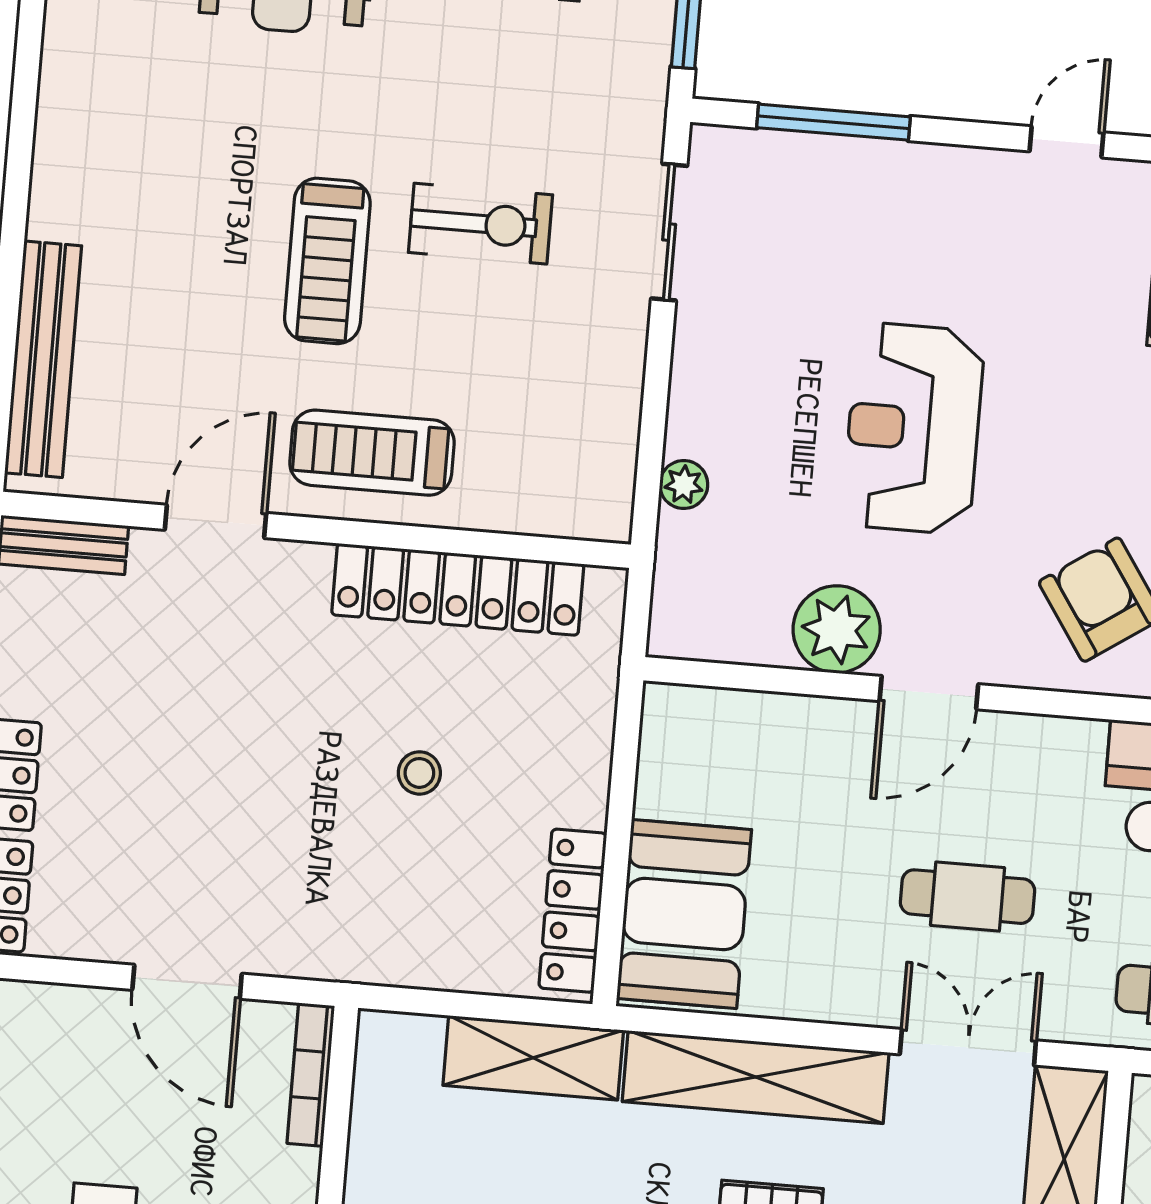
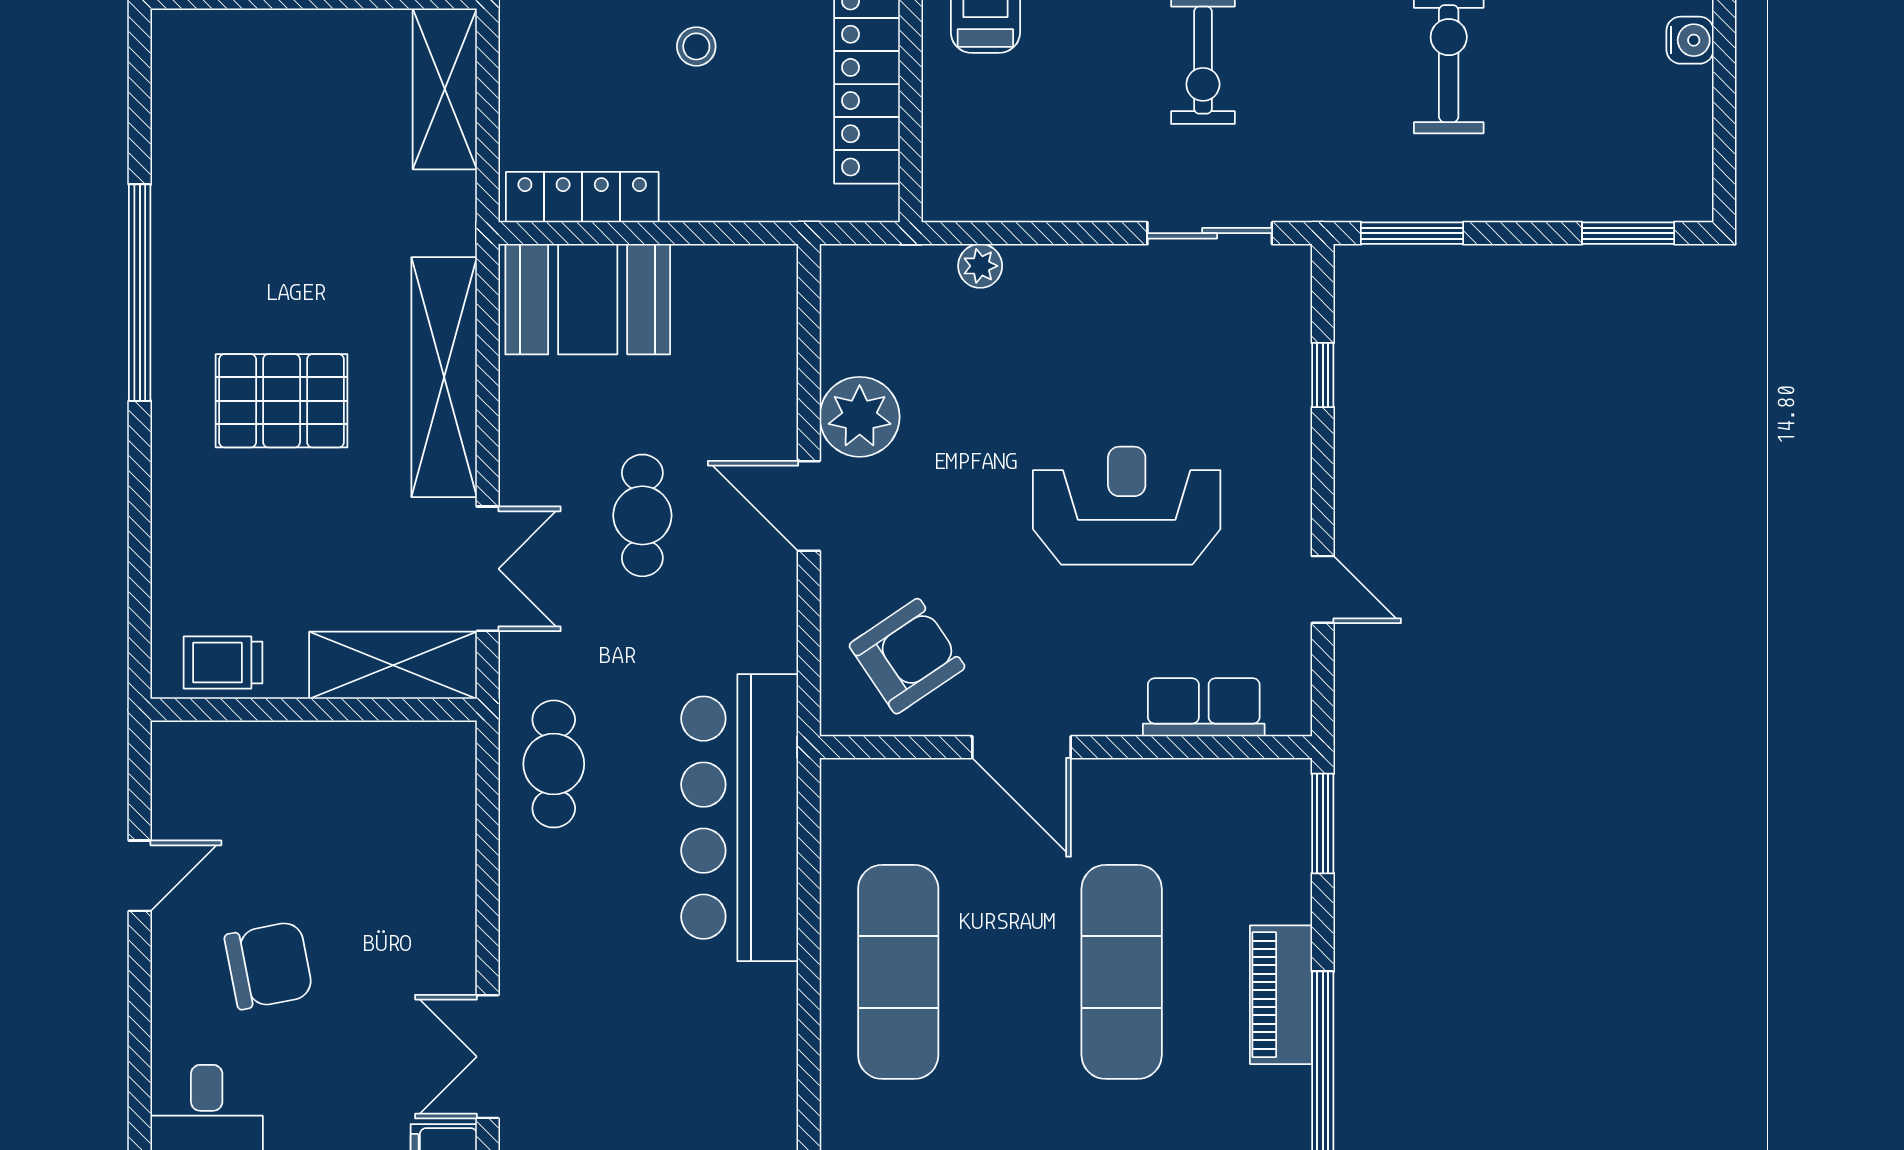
window: (834, 122) -> (1323, 375), width x0.46
reception desk: (913, 428) -> (1127, 506), moved
cafe table: (968, 897) -> (642, 515), moved
shelving: (533, 1058) -> (445, 89), moved

